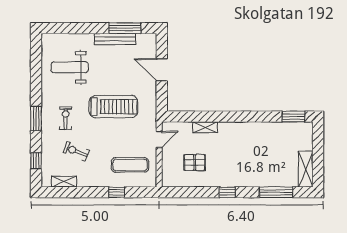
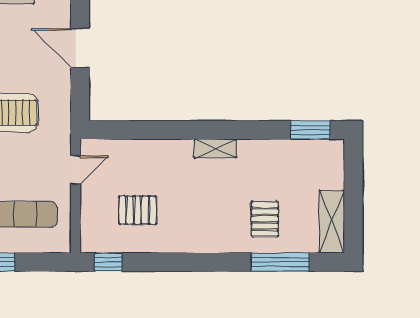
shelving: (205, 127) -> (215, 149), moved
pallet: (267, 168) -> (265, 219), added
window: (227, 192) -> (108, 262), moved

